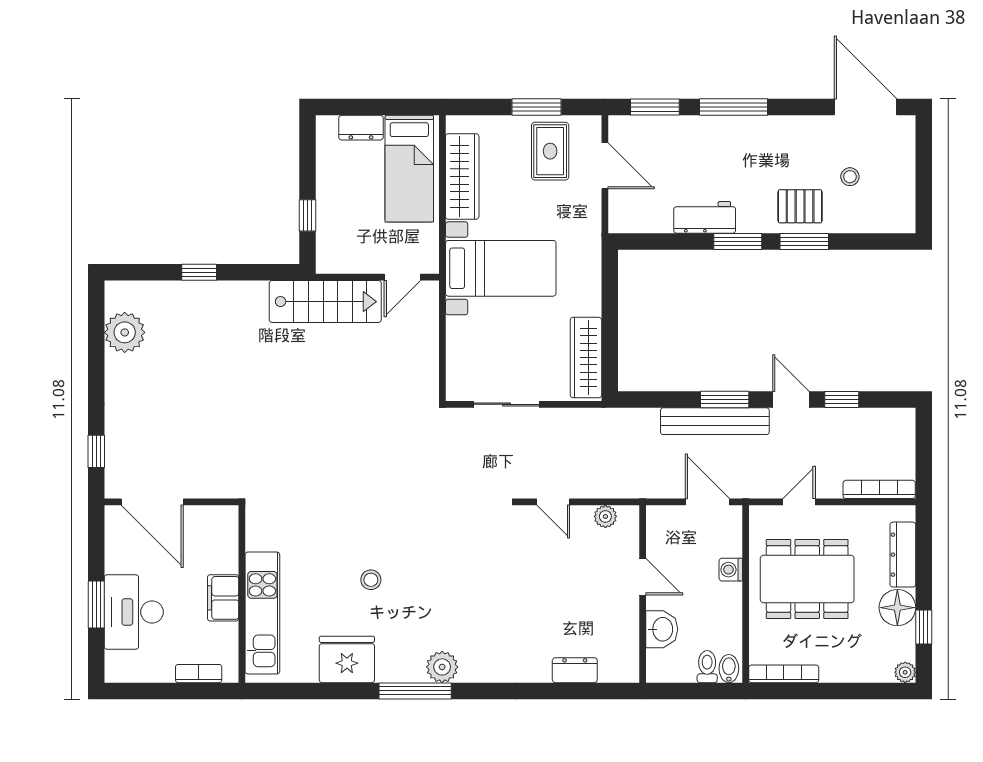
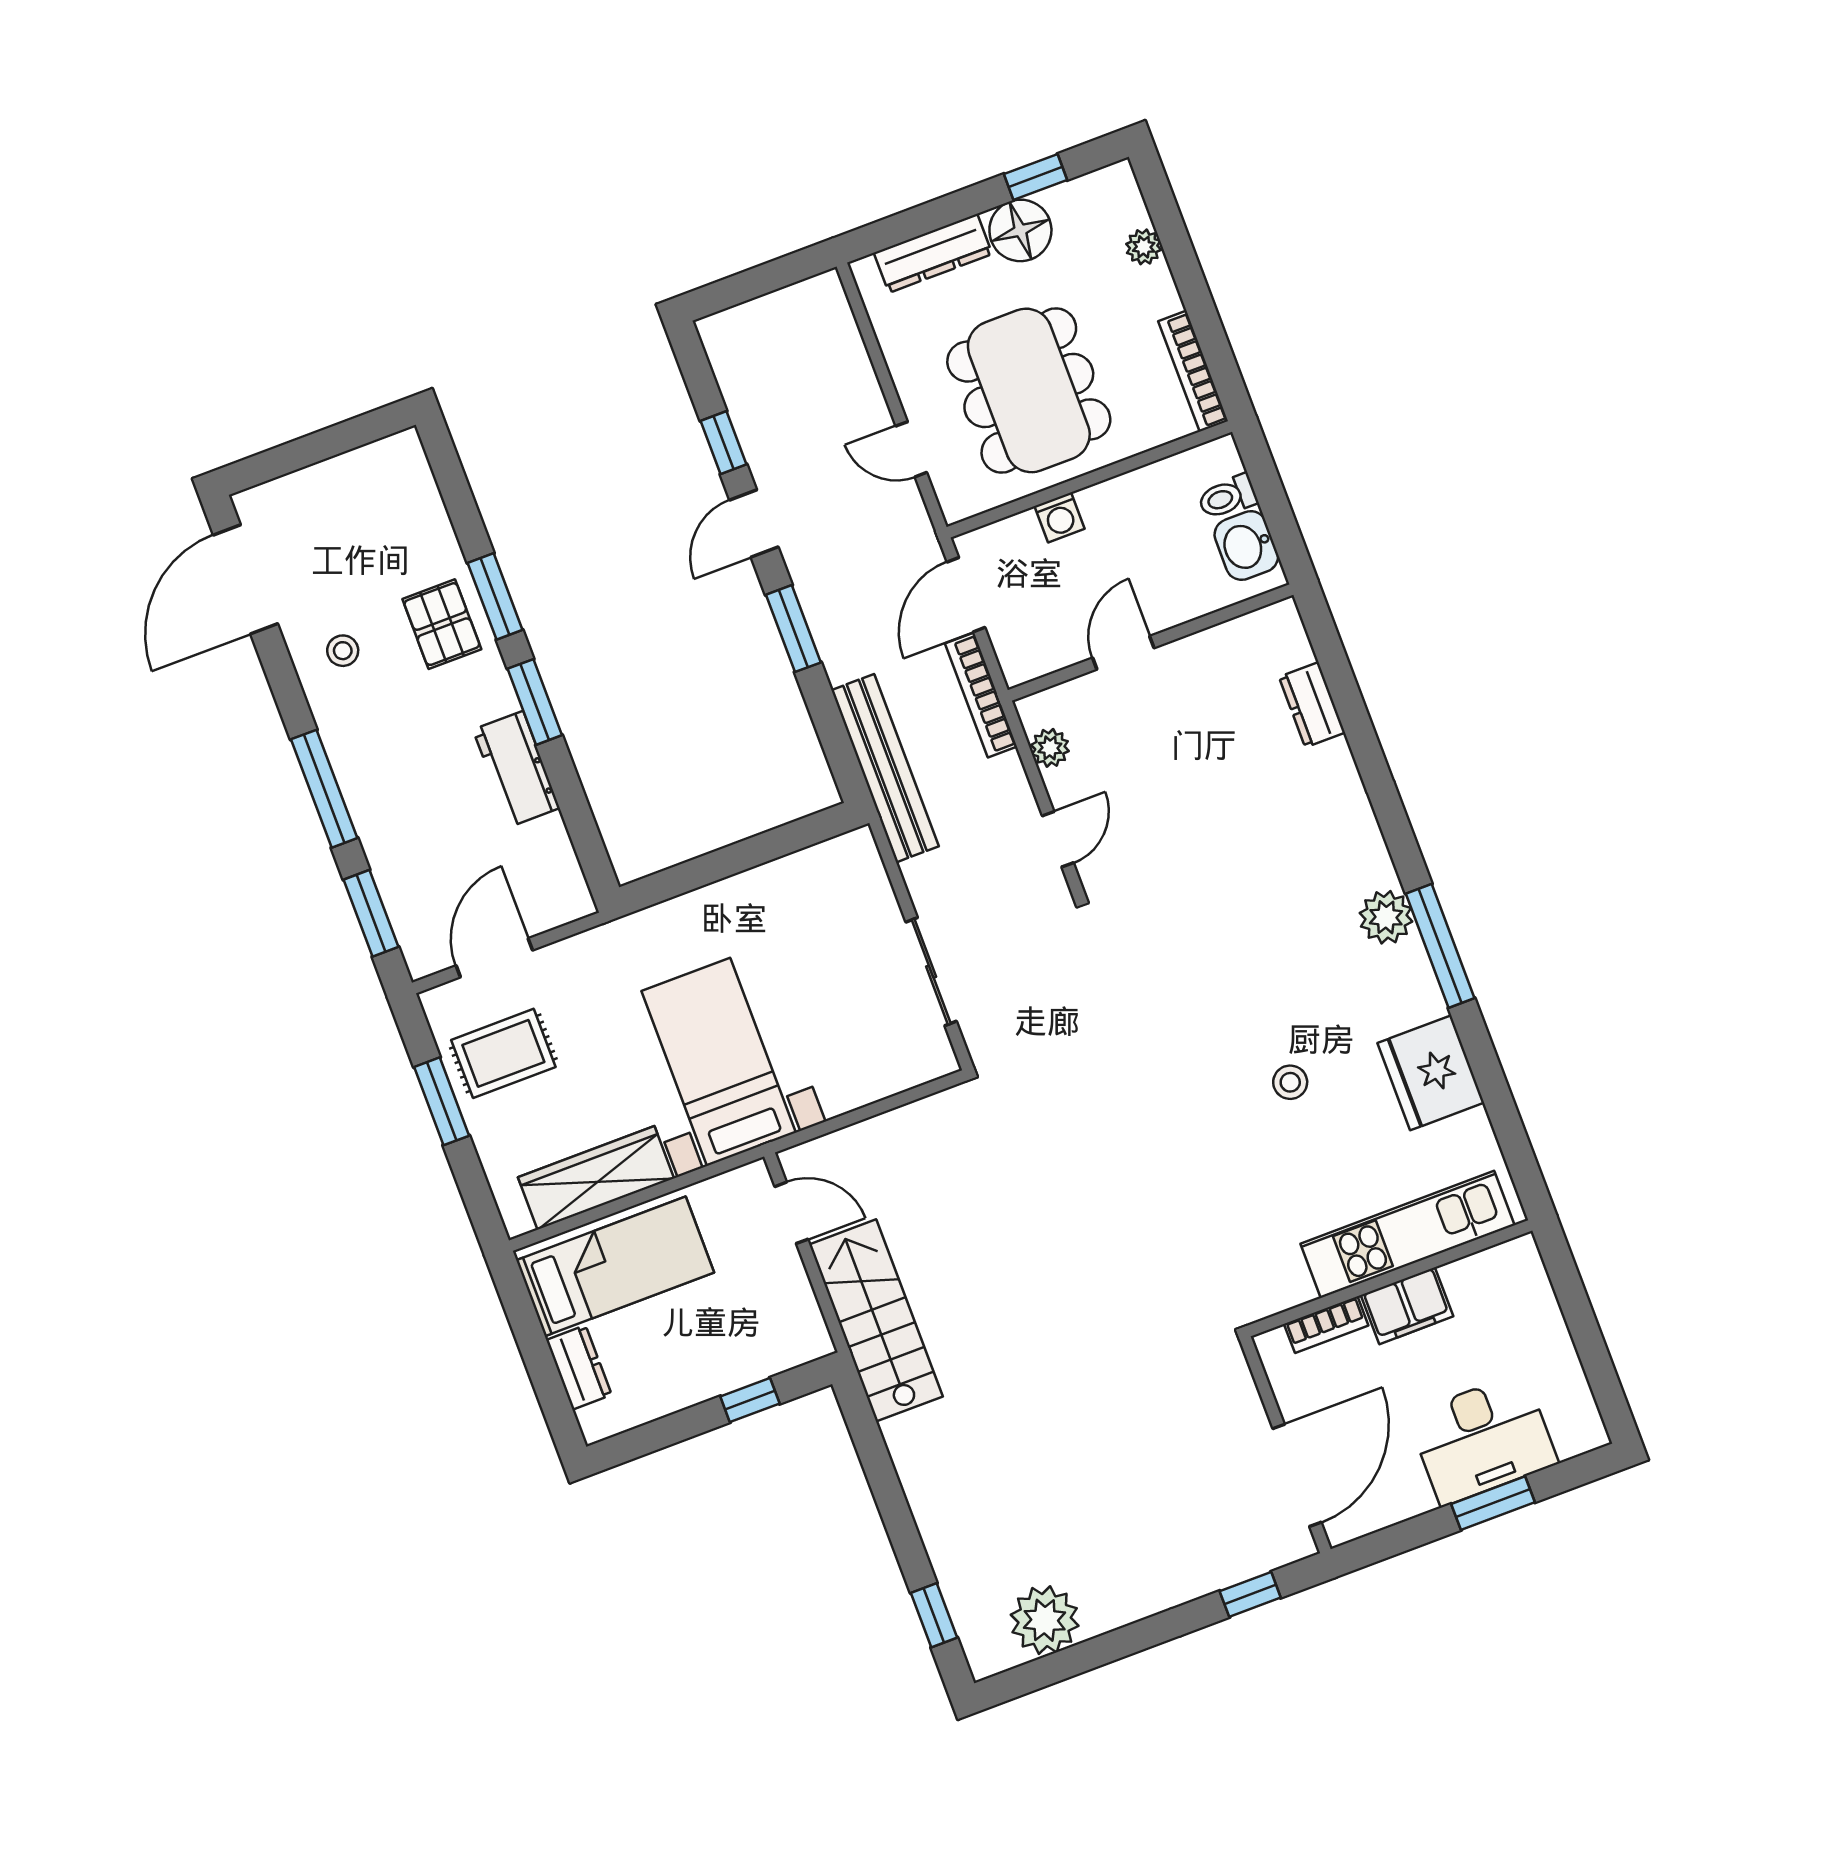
stool: (850, 177) -> (343, 651), moved
window: (199, 272) -> (934, 1615), moved
wardrobe: (586, 358) -> (809, 874), removed
bench: (715, 421) -> (885, 768), moved
bookcase: (879, 489) -> (981, 695), moved
washbasin: (662, 629) -> (1246, 546), moved, turned -90
bidet: (729, 669) -> (1218, 461), removed
plant: (905, 672) -> (1144, 247), moved
bookcase: (199, 674) -> (1326, 1325), moved, turned -90

